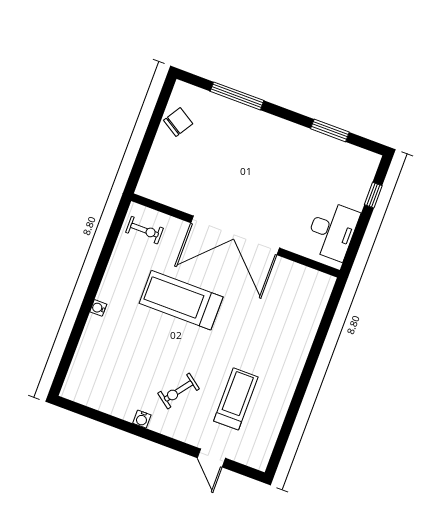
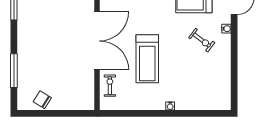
exercise bike: (144, 230) -> (110, 86), moved
water cooler: (142, 419) -> (226, 29), moved

